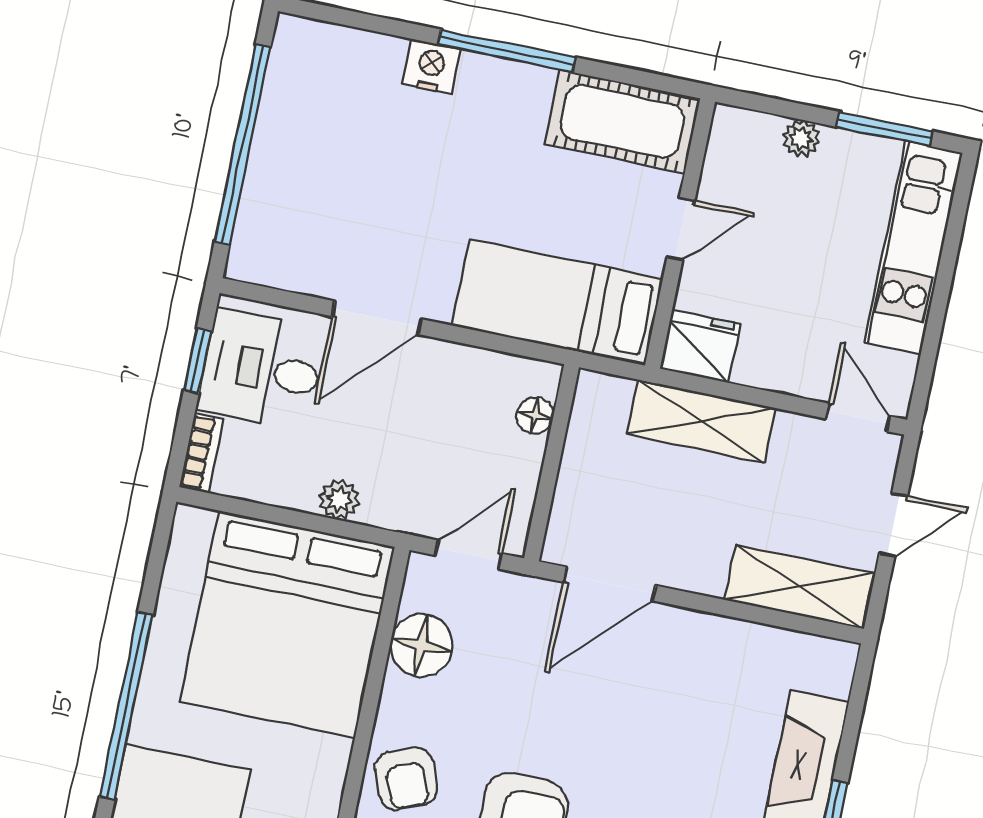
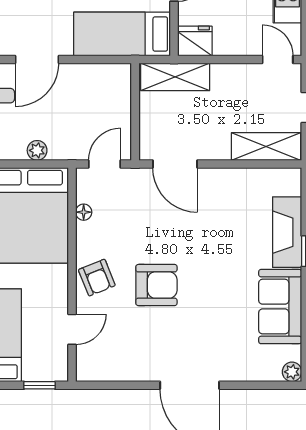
floor lamp: (535, 415) -> (123, 91), removed
shelving: (701, 421) -> (175, 77), moved
door: (610, 584) -> (175, 164), hinge flipped
floor lamp: (421, 645) -> (84, 212), width x0.53, depth x0.53

